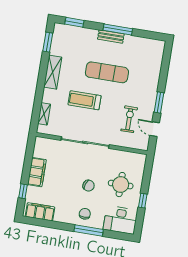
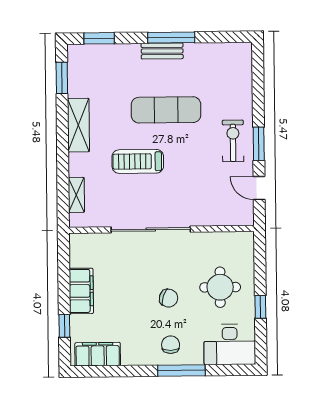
exercise bike: (129, 119) -> (233, 141), moved

